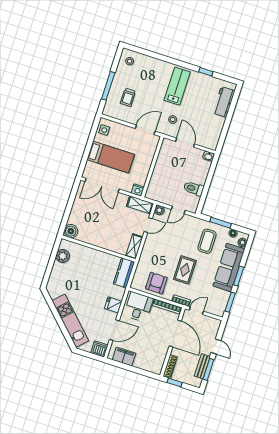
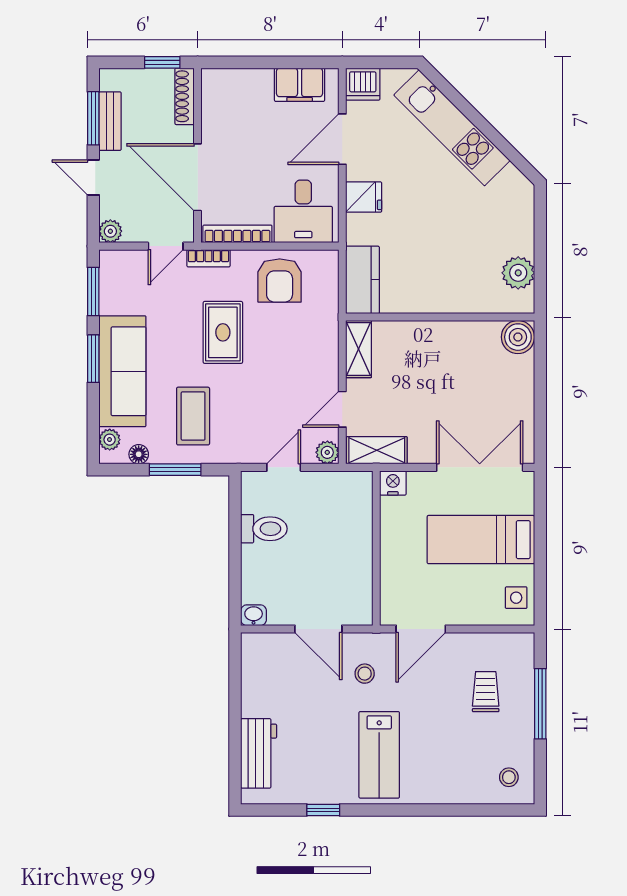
plant: (216, 323) -> (110, 231), added

